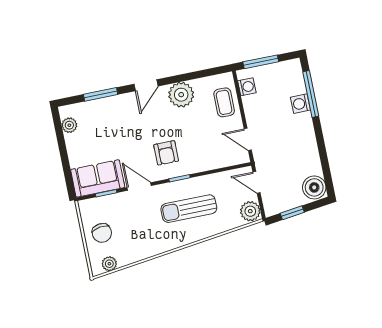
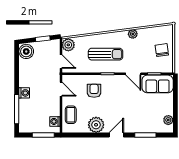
washing machine: (300, 104) -> (24, 93), moved
armchair: (166, 153) -> (94, 91), moved
plant: (109, 264) -> (133, 34), moved

